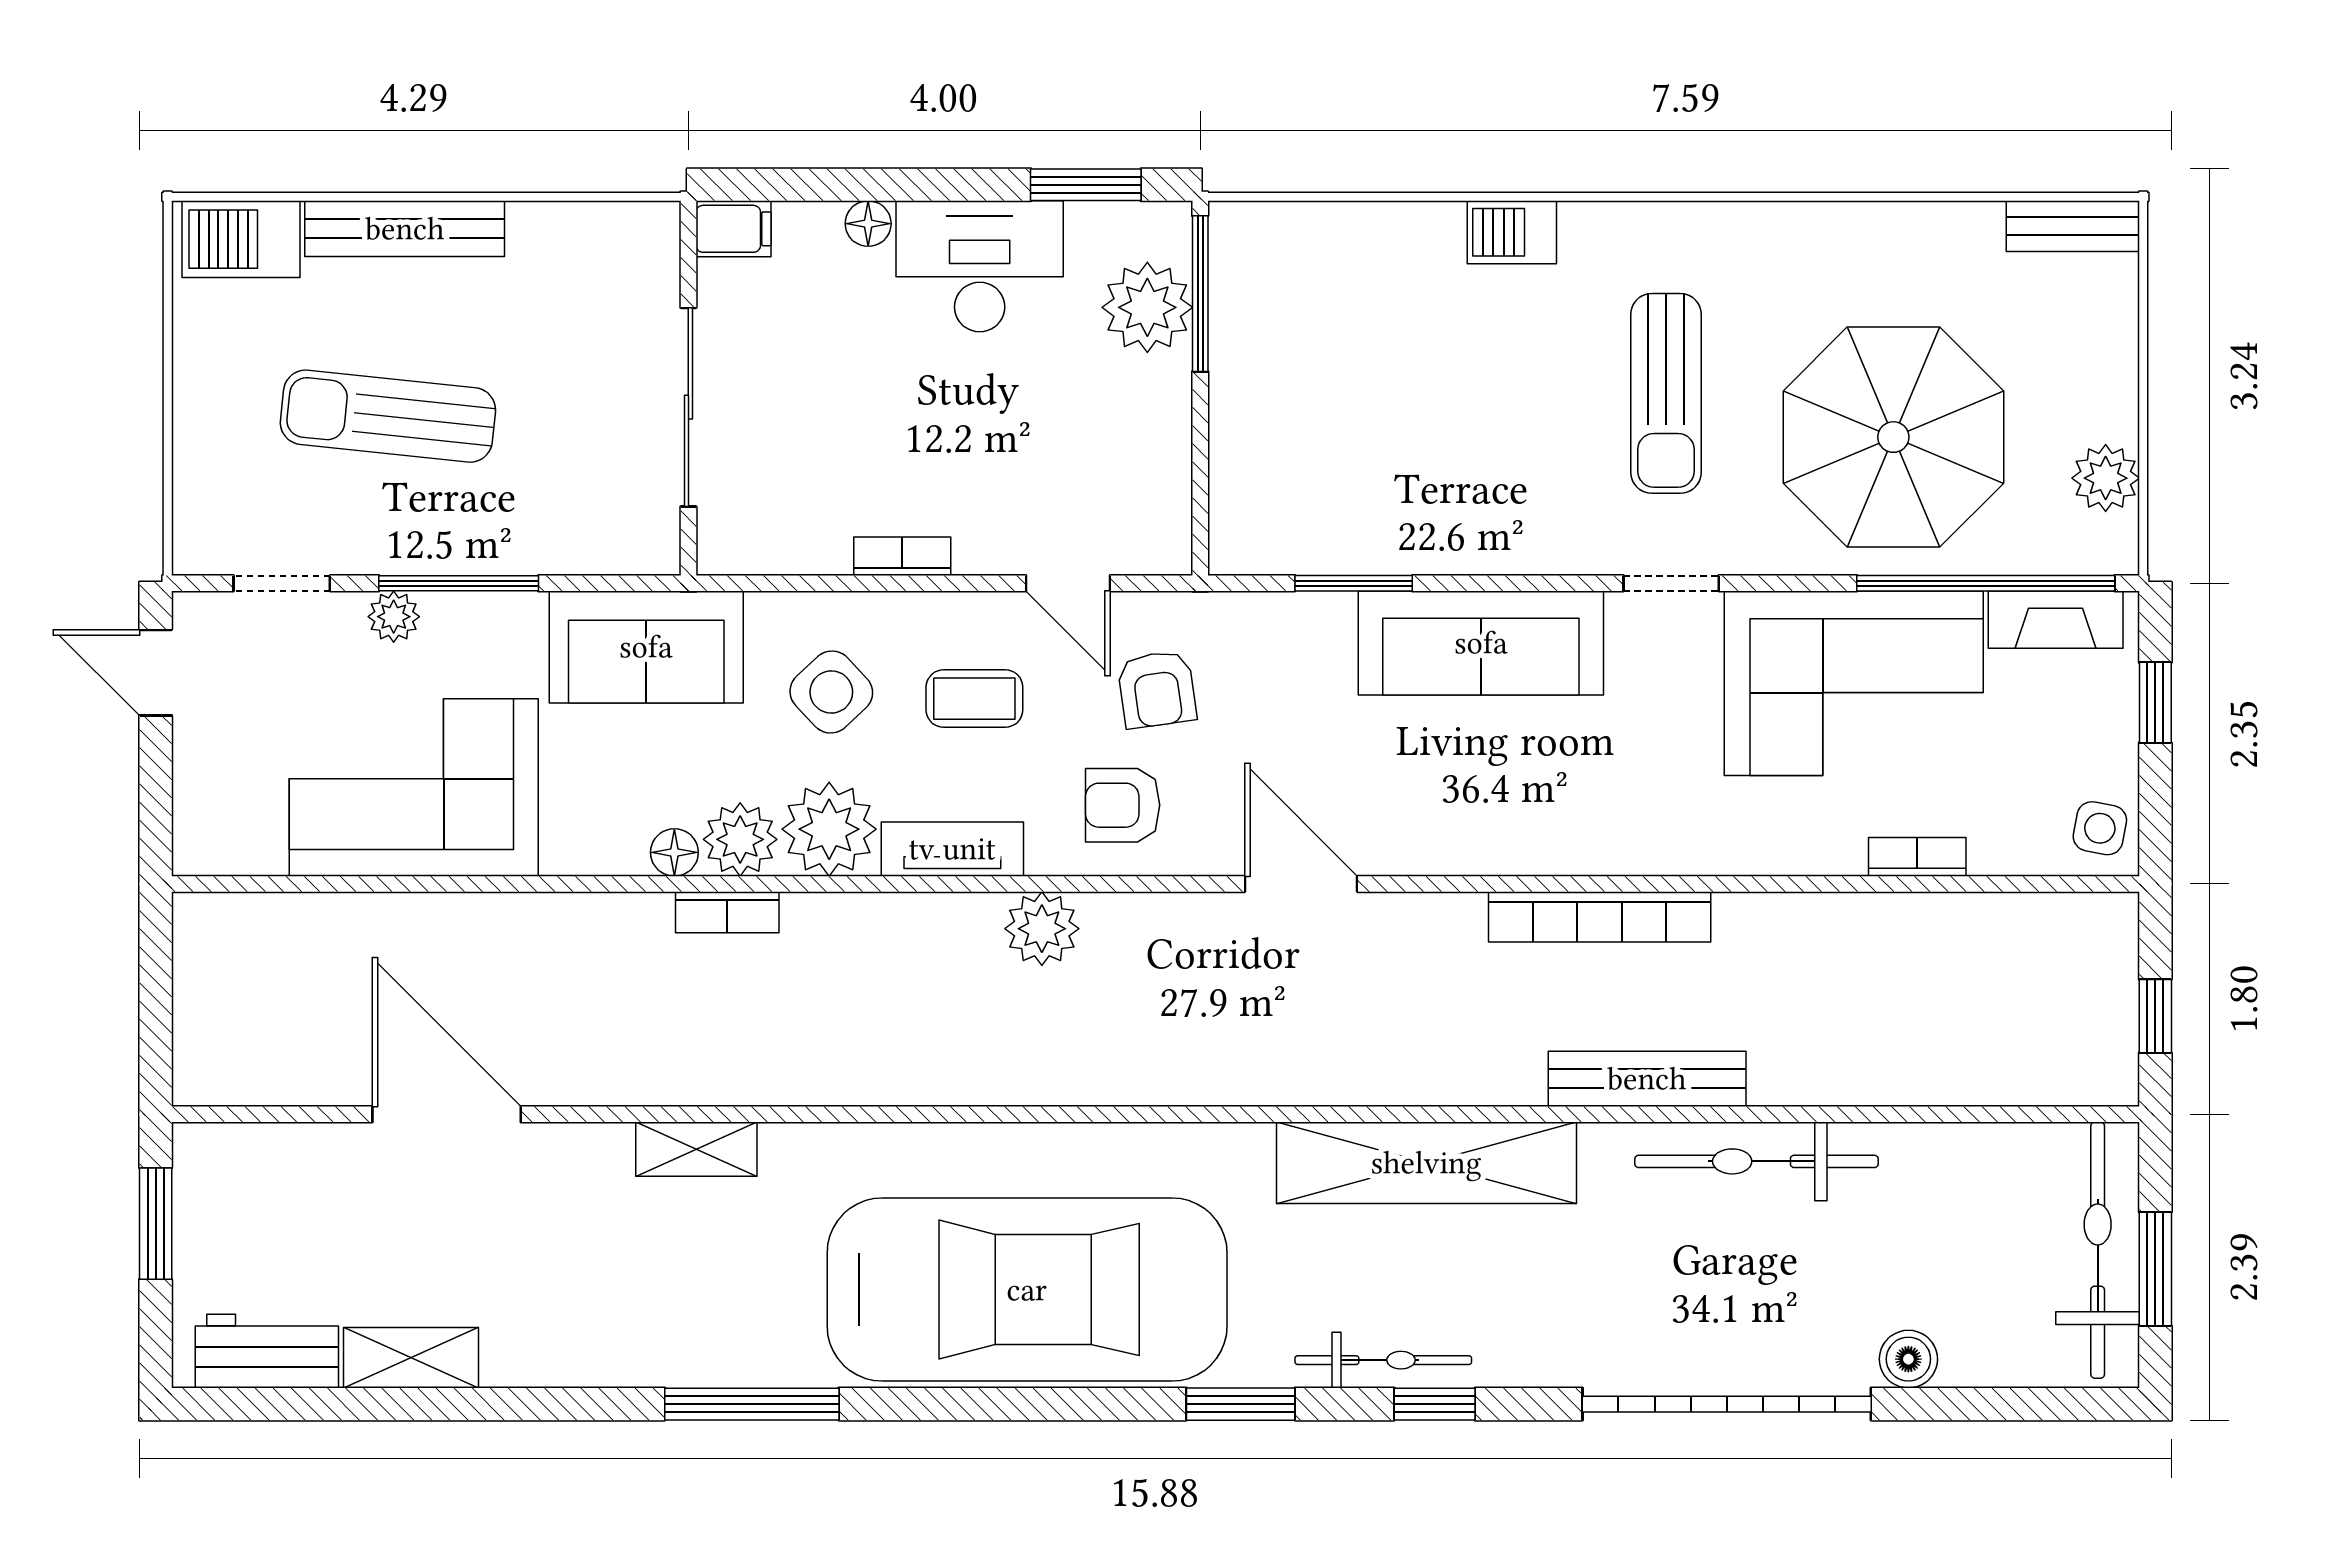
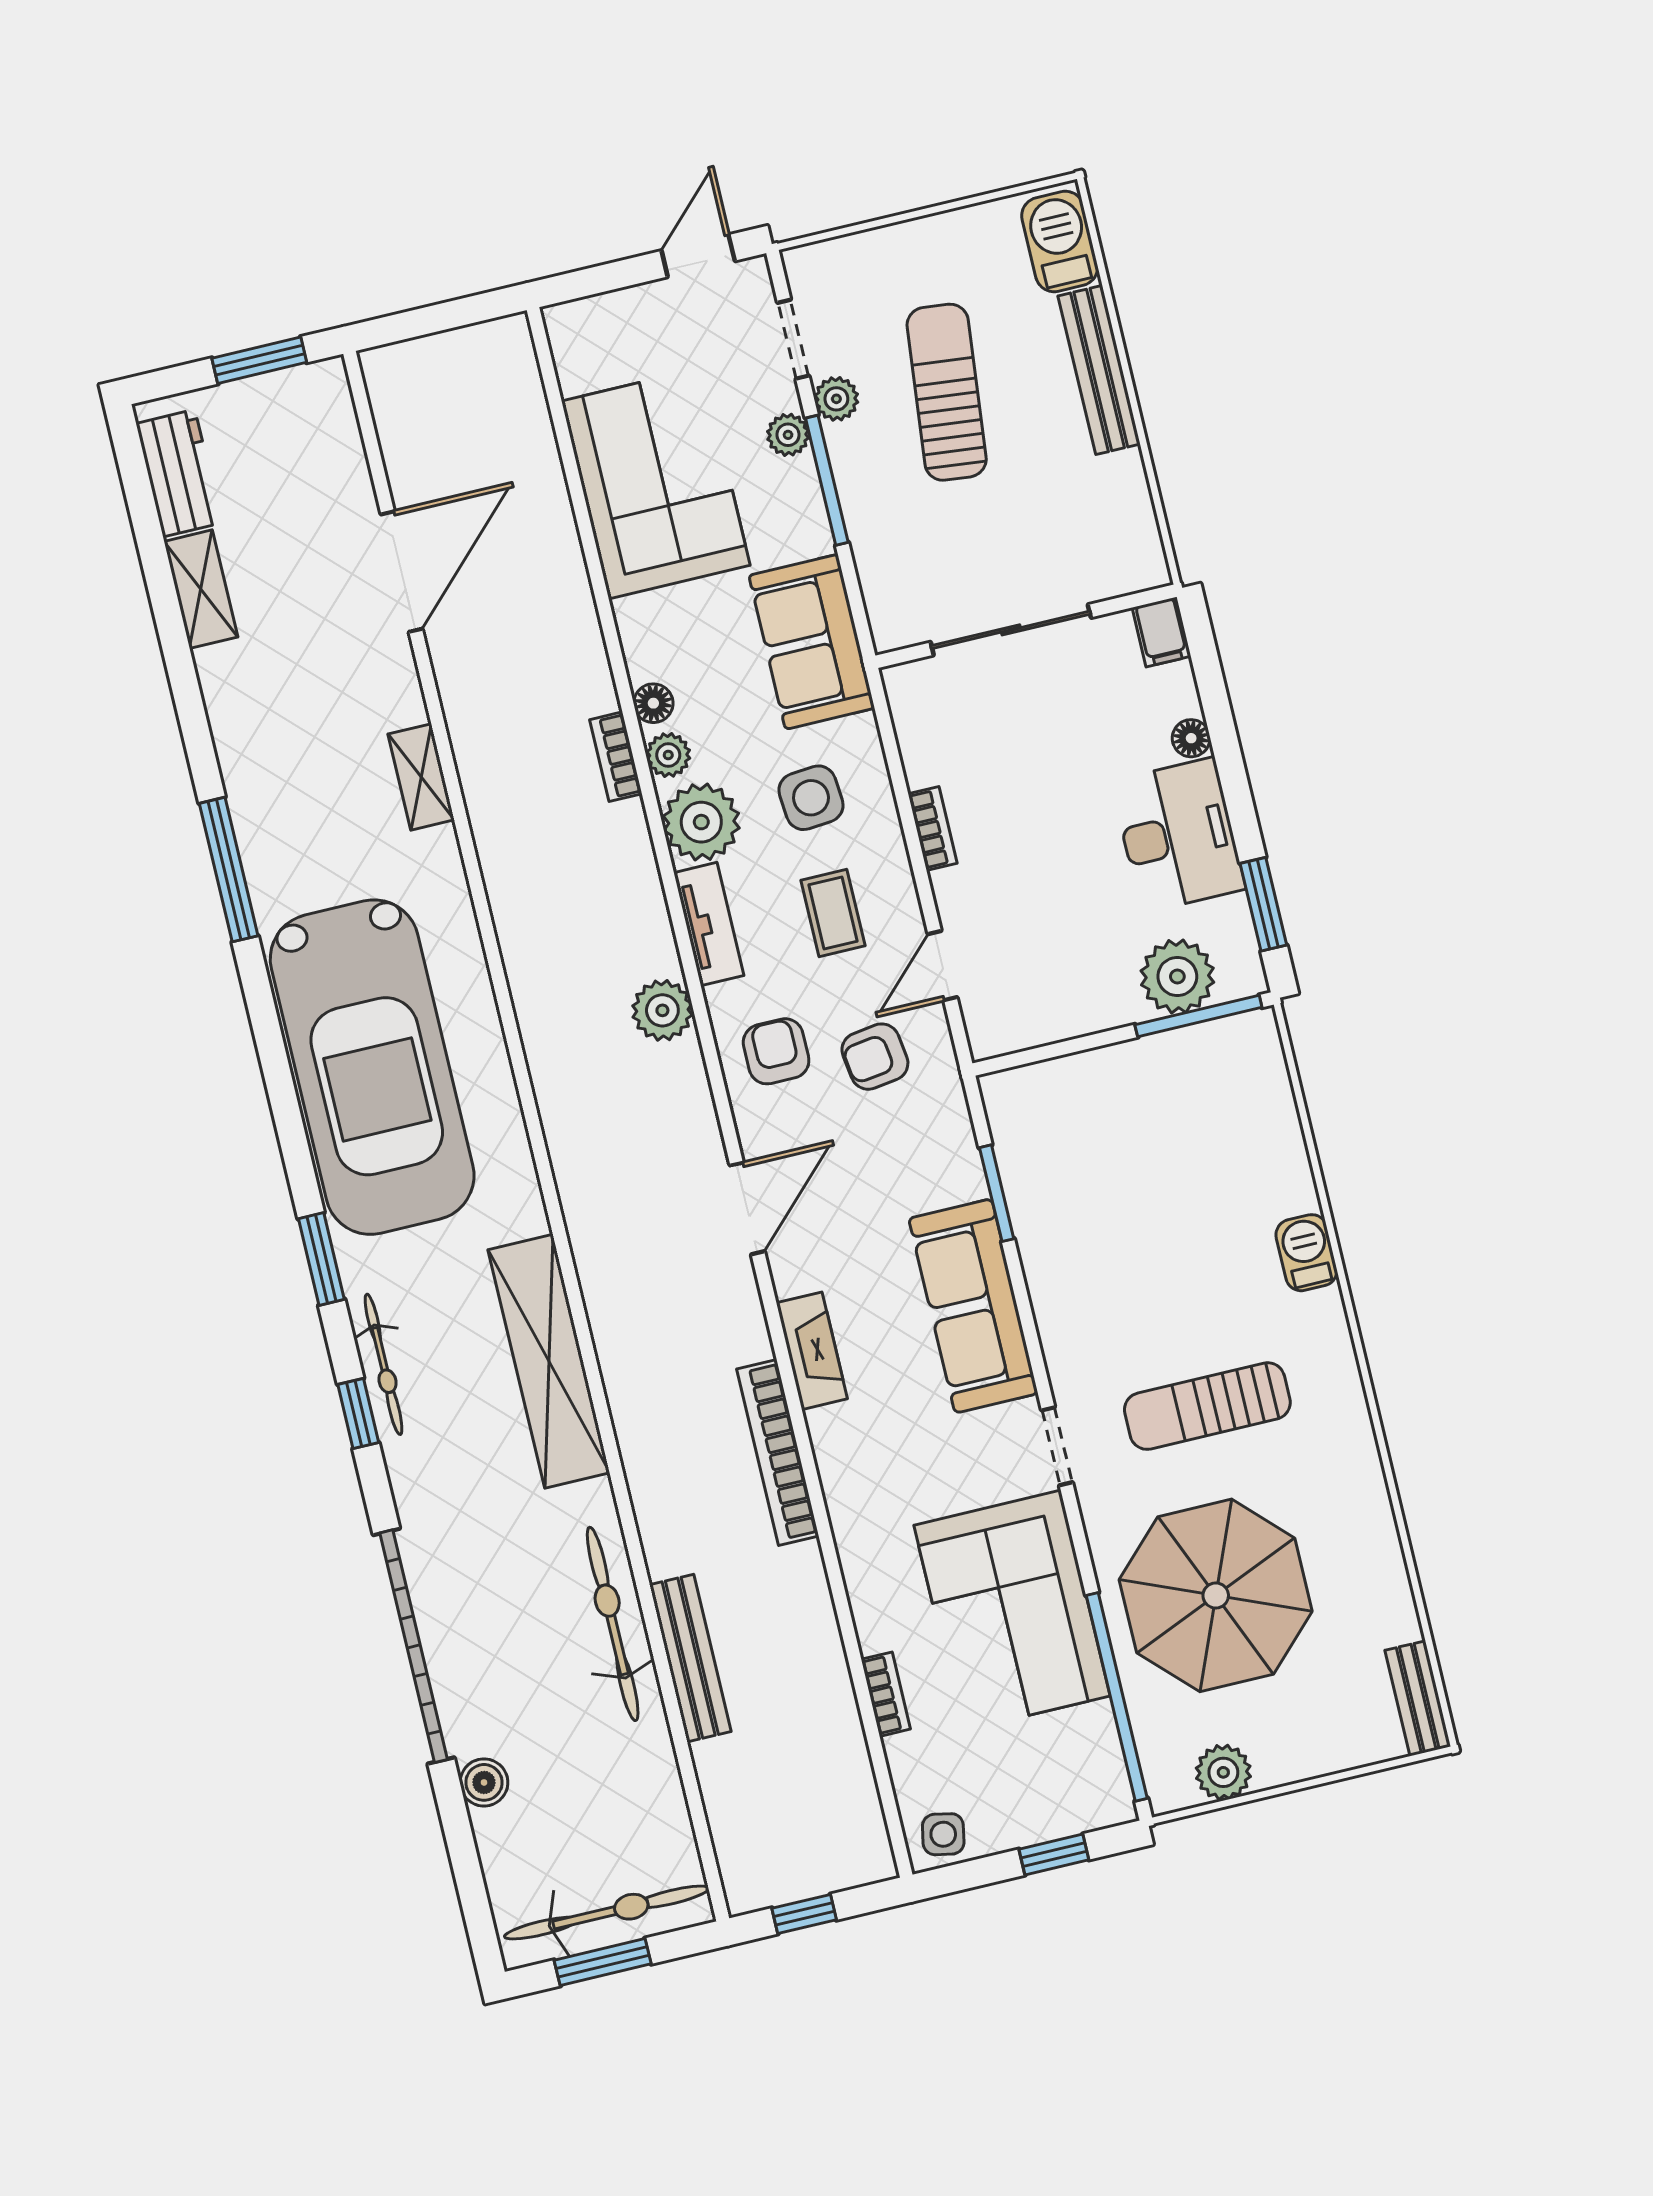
plant: (365, 549) -> (836, 399), added
fireplace: (2056, 620) -> (812, 1351), moved, turned 180
side table: (831, 692) -> (811, 798), turned 38
plant: (740, 839) -> (668, 755), width x0.73, depth x0.73
bench: (1647, 1079) -> (690, 1658), moved

